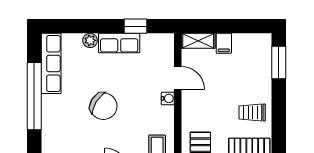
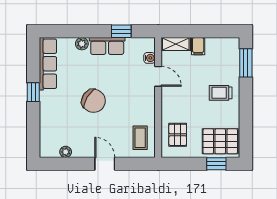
window: (34, 96) -> (33, 92), width x0.32
water cooler: (168, 98) -> (149, 58), moved
trolley: (252, 112) -> (221, 93), moved

